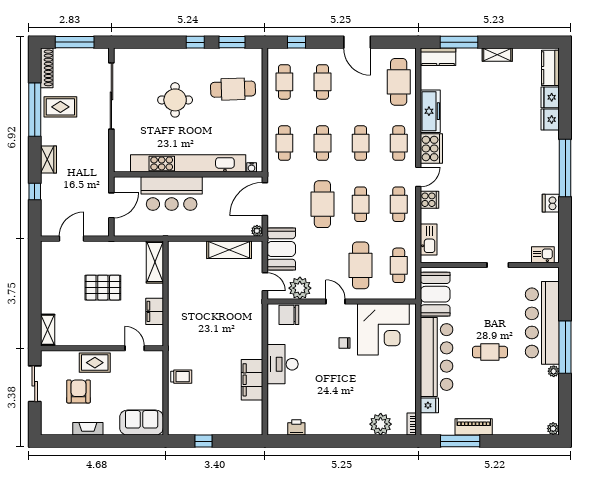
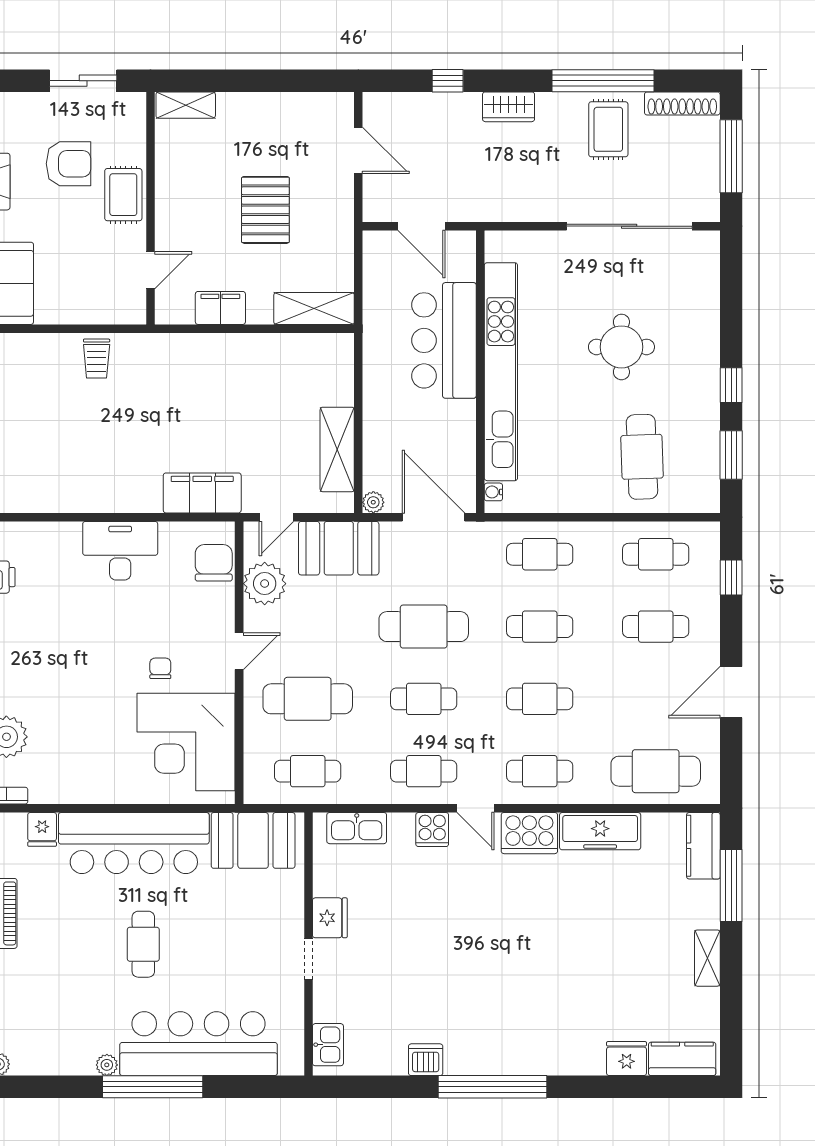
fridge: (550, 120) -> (330, 918), moved, turned 90
filing cabinet: (252, 380) -> (202, 493), moved

